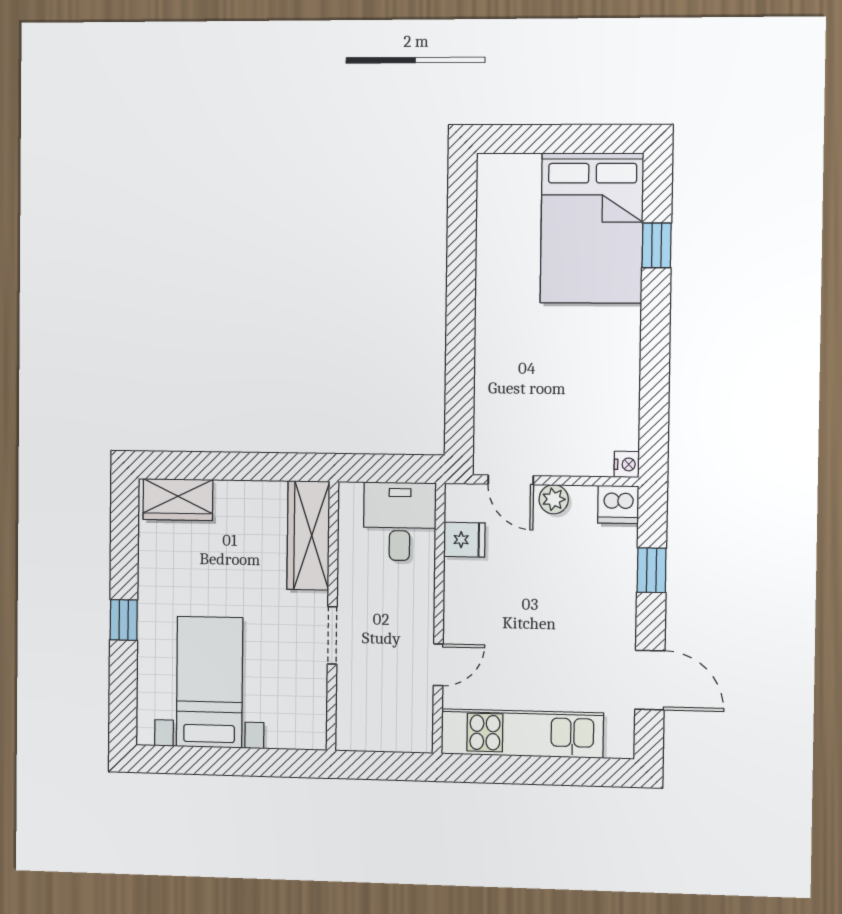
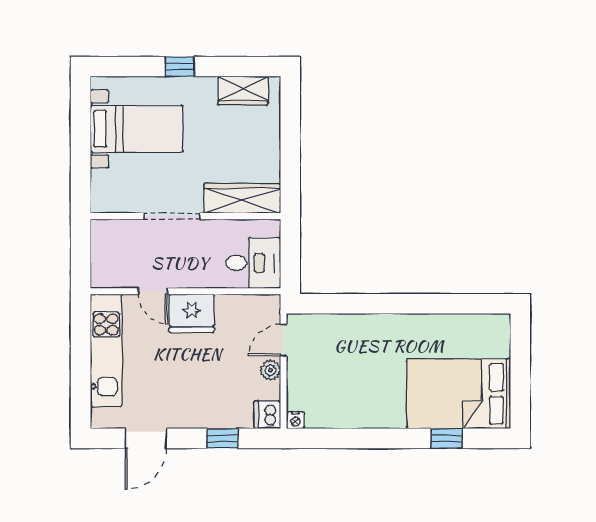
wardrobe: (178, 500) -> (243, 91), moved, turned -90
fridge: (464, 540) -> (192, 313), moved, width x1.88, depth x1.34
doorway: (332, 635) -> (172, 216), width x1.38

